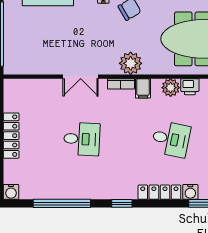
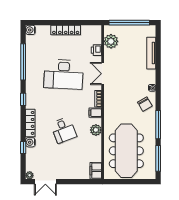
plant: (131, 63) -> (111, 41), moved
printer: (190, 87) -> (96, 50), moved
desk: (82, 139) -> (64, 74), width x1.87, depth x1.30
desk: (171, 139) -> (64, 130), turned -33

